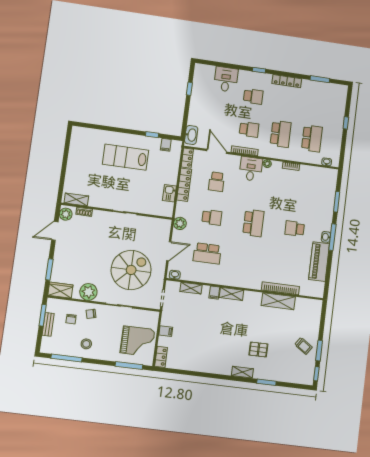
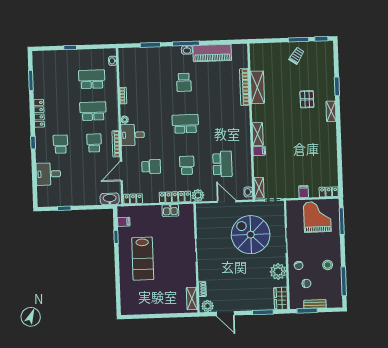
locker: (184, 185) -> (175, 197), moved
shelving: (191, 288) -> (259, 188), moved

